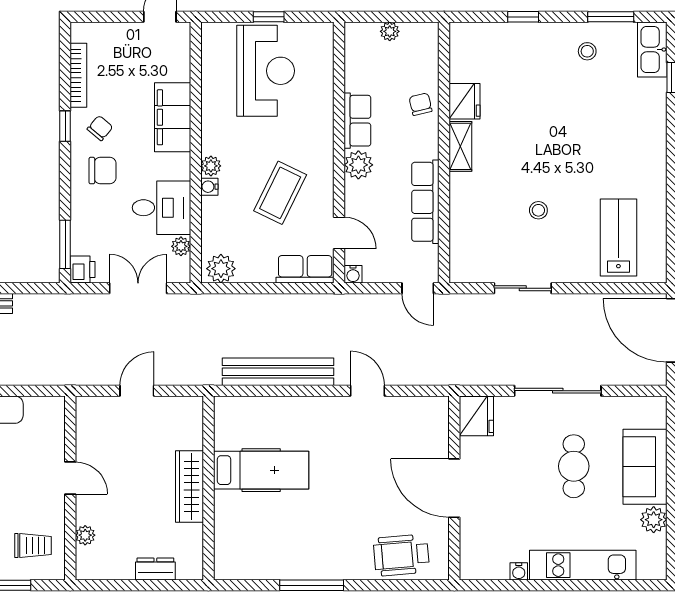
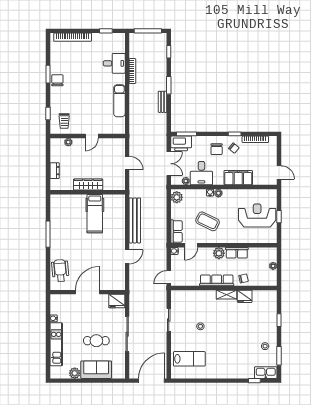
reception desk: (266, 71) -> (257, 215), turned 180
row of seats: (425, 202) -> (217, 280), moved
printer: (82, 269) -> (181, 143), width x1.87, depth x1.48

